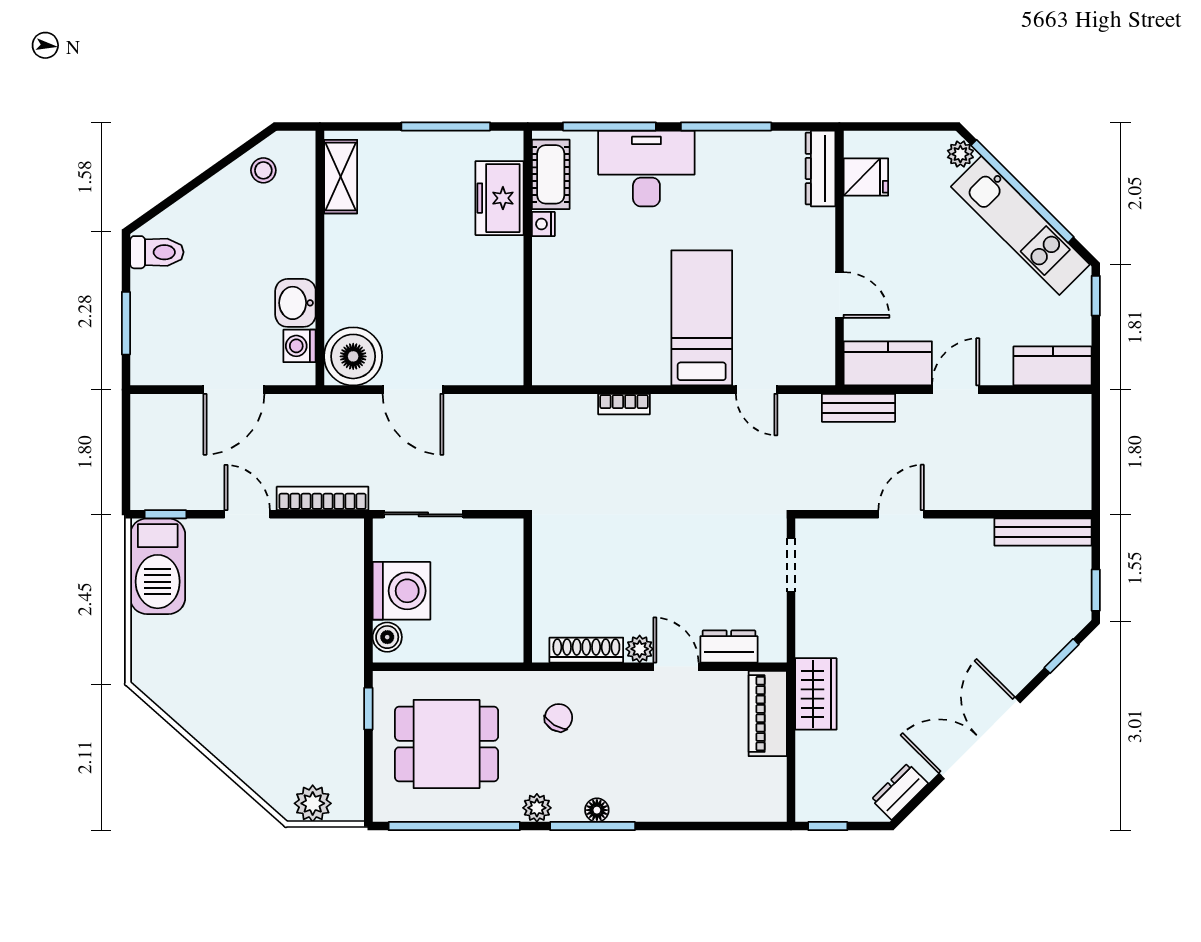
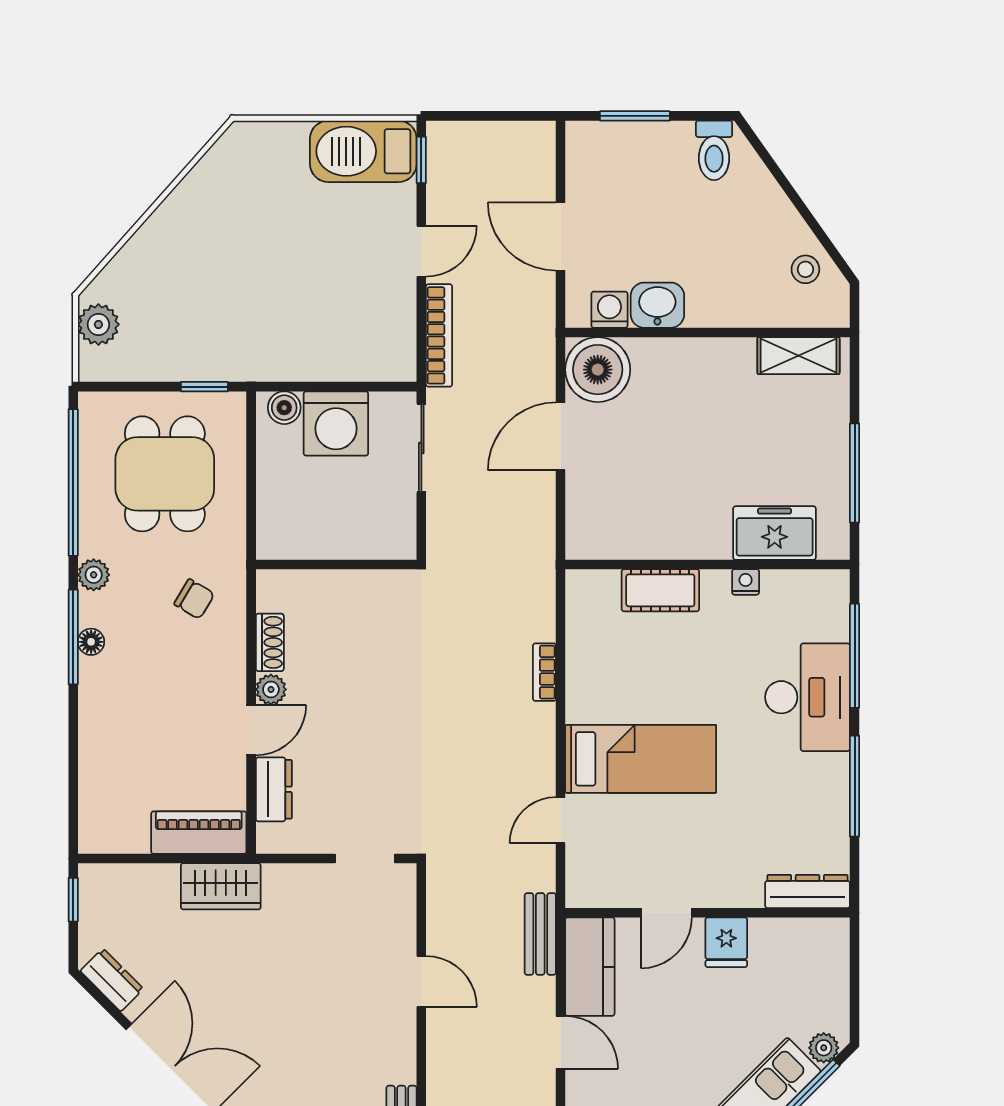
cot: (551, 174) -> (660, 590), moved
fridge: (866, 177) -> (726, 942), moved
shoe rack: (586, 650) -> (270, 642), width x0.70

